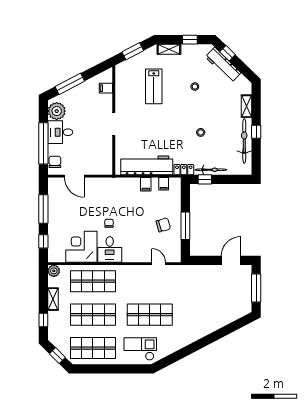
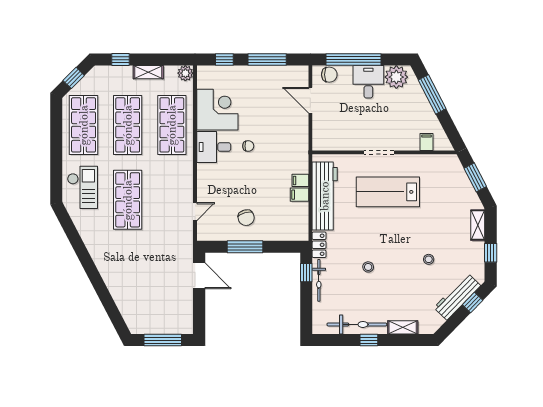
lab bench: (154, 86) -> (388, 192), moved, width x1.36, depth x1.39
door: (74, 176) -> (310, 100), hinge flipped
filing cabinet: (164, 184) -> (300, 180), moved
door: (231, 260) -> (199, 276), moved

